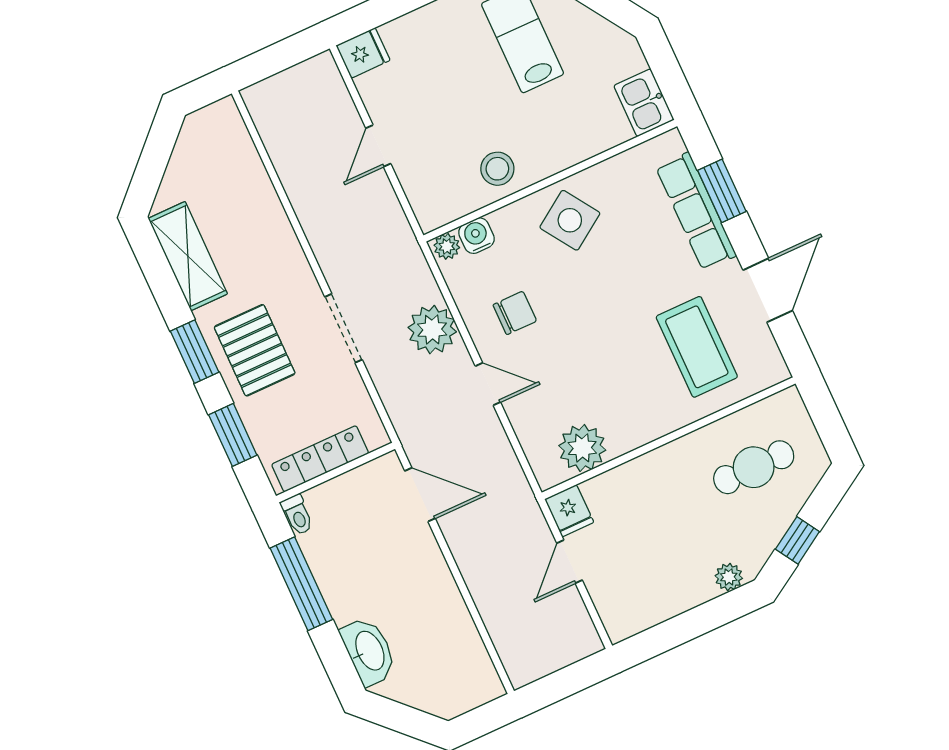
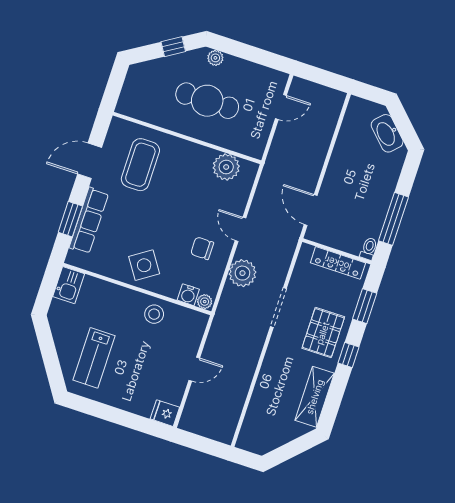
window: (195, 352) -> (348, 355), width x0.67
cafe table: (754, 467) -> (207, 101), moved, width x1.37, depth x1.35
fridge: (569, 511) -> (256, 146), removed
door: (570, 562) -> (281, 107), moved
washbasin: (369, 651) -> (387, 133), moved, turned -45

